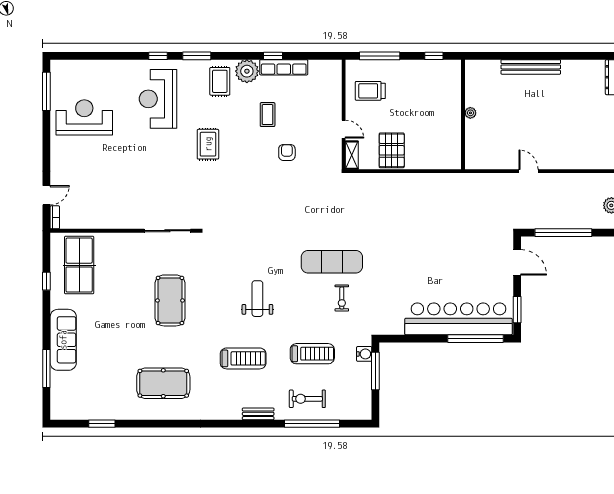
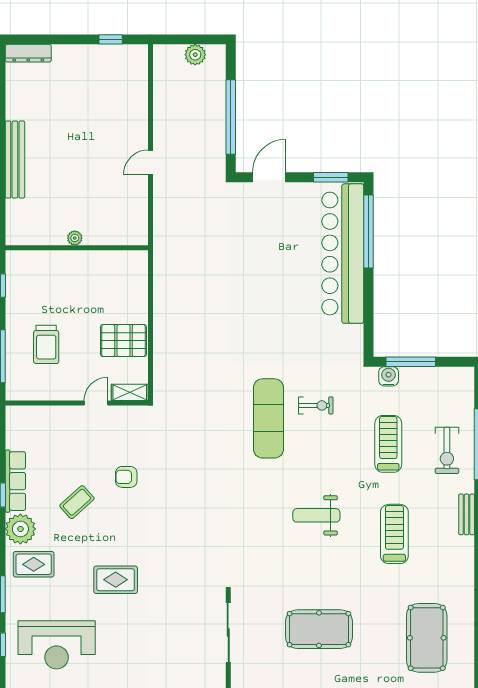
trolley: (370, 91) -> (46, 344), moved
coffee table: (268, 115) -> (77, 502), turned -42

